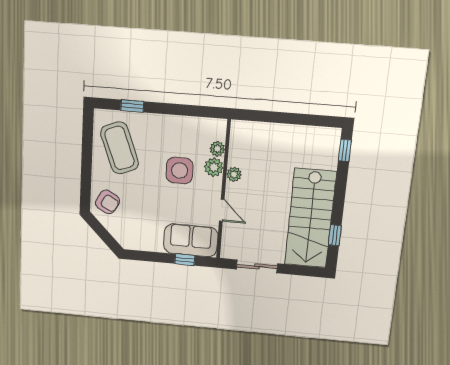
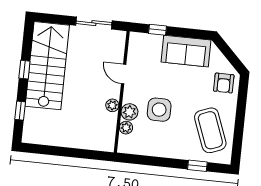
window: (345, 150) -> (20, 111), moved
armchair: (108, 202) -> (224, 83), turned -118
window: (335, 235) -> (24, 70), moved
sofa: (191, 240) -> (186, 51), moved

